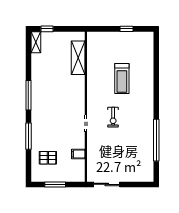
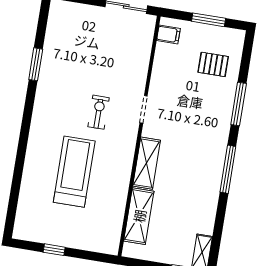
treadmill: (122, 78) -> (74, 172), width x1.37, depth x1.38
shelving: (79, 91) -> (147, 163), added
window: (156, 140) -> (36, 64), width x0.47
filing cabinet: (78, 154) -> (168, 34), moved

